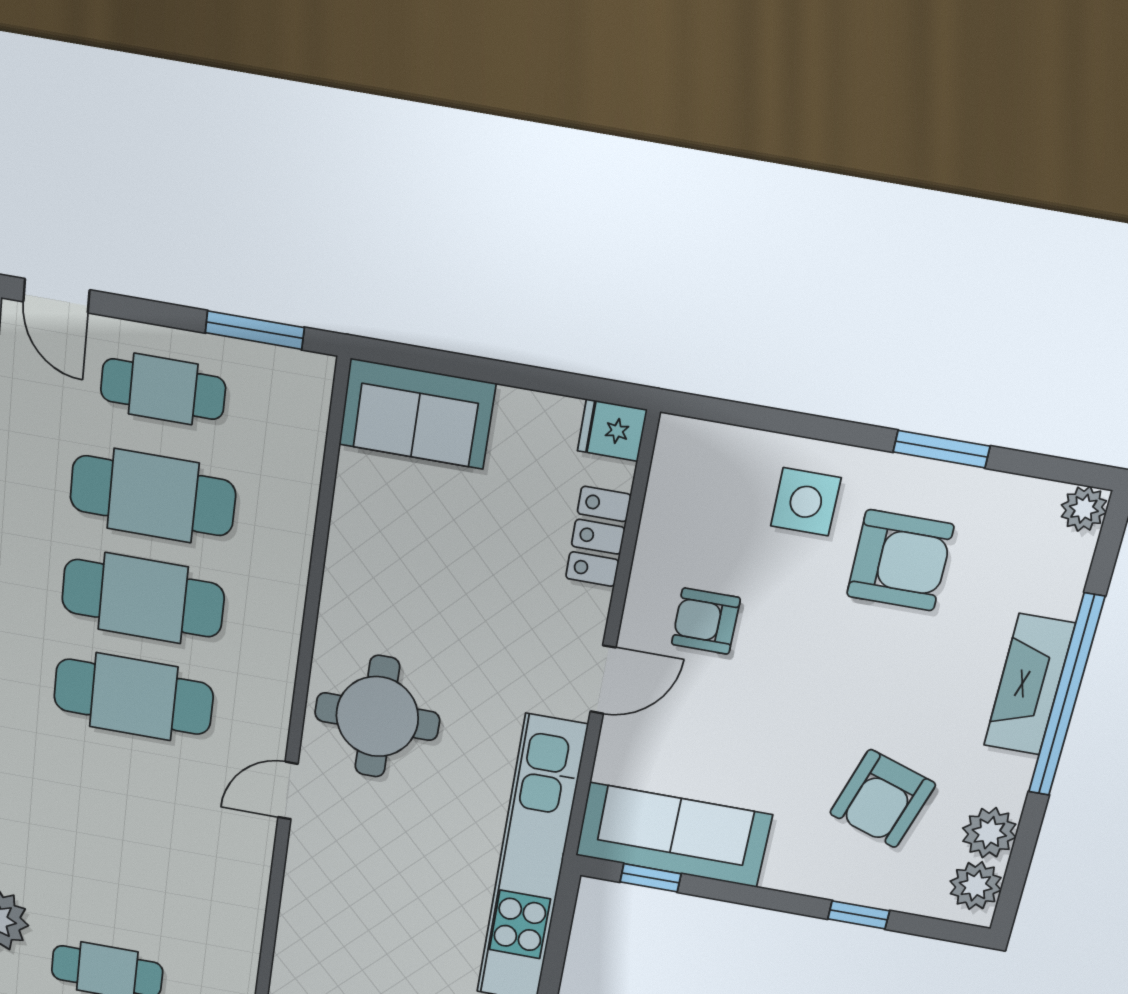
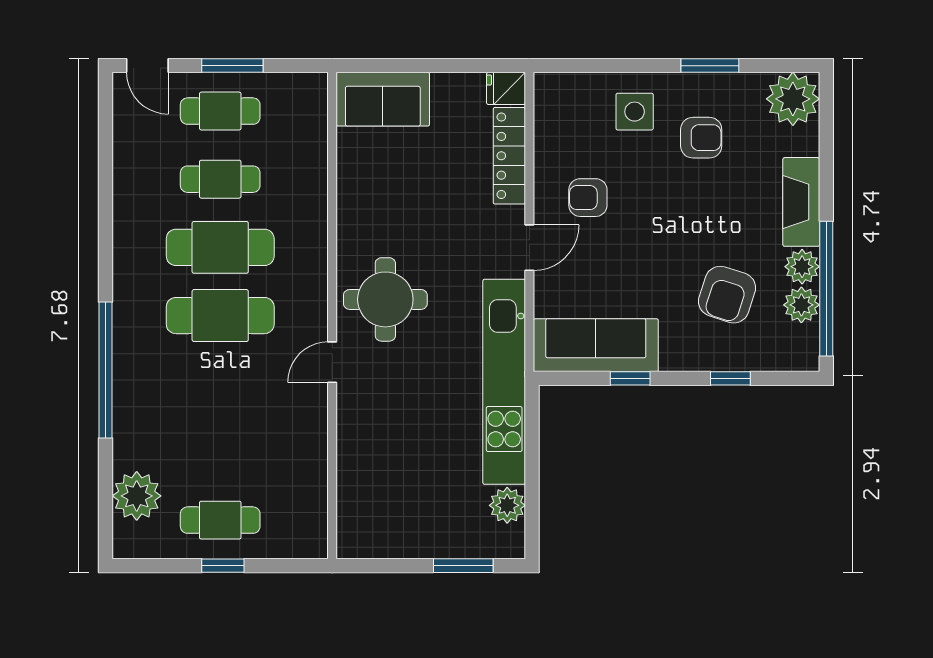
window: (255, 330) -> (232, 66), moved
cafe table: (153, 496) -> (220, 179), width x0.73, depth x0.74
plant: (1084, 509) -> (793, 99), width x1.88, depth x1.88
locker: (598, 537) -> (509, 156), width x1.53
armchair: (900, 560) -> (701, 138), width x0.72, depth x0.72
window: (1066, 696) -> (826, 289), moved
window: (651, 878) -> (630, 378), moved
plant: (976, 886) -> (802, 267), moved

